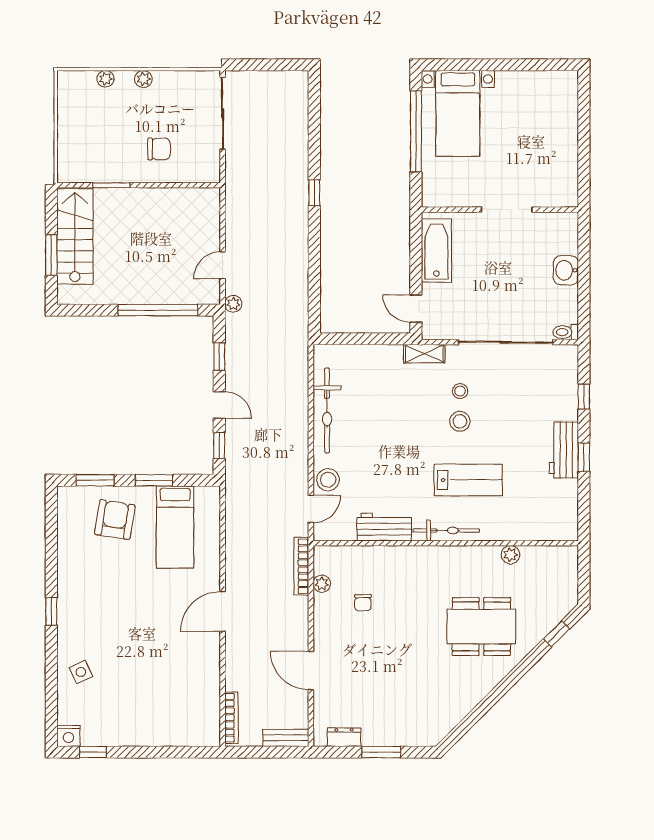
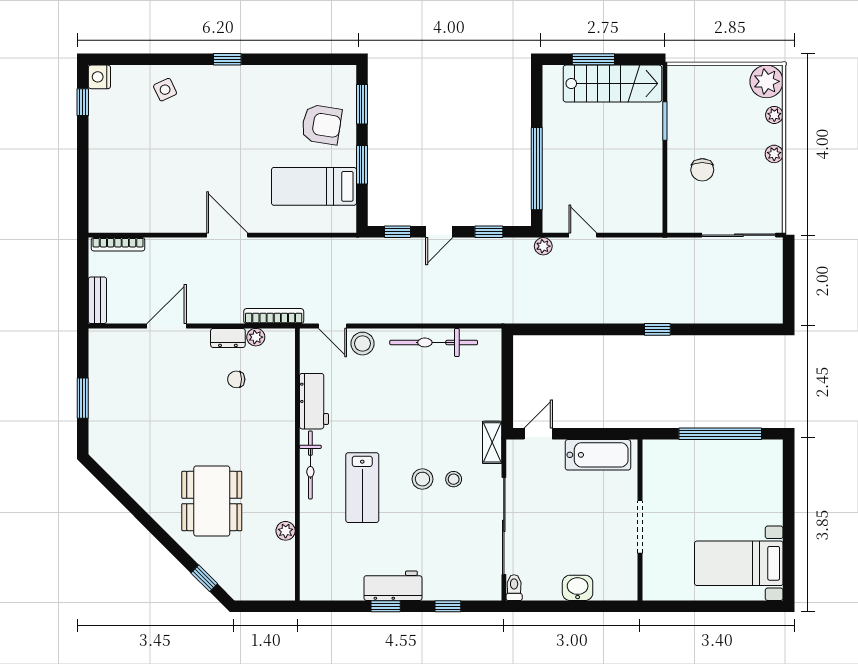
plant: (73, 86) -> (767, 81), added
bed with nightstands: (458, 113) -> (739, 563), moved
dresser: (344, 737) -> (228, 338), moved, turned 90

